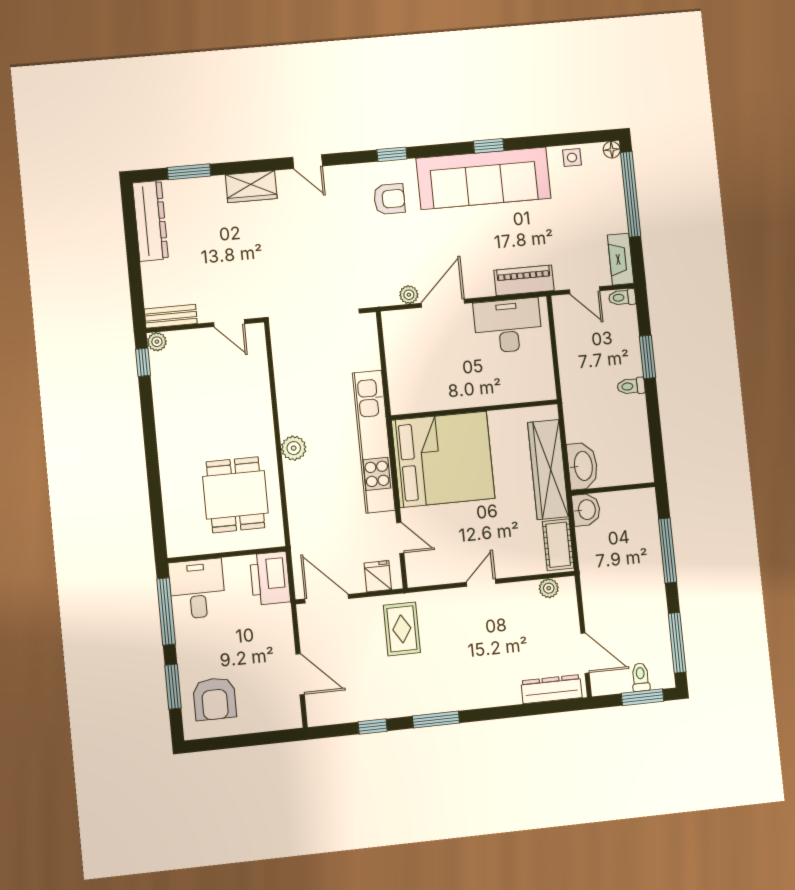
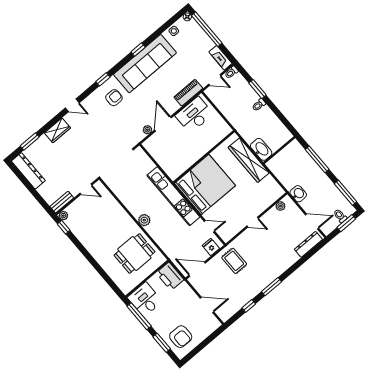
dining table: (235, 495) -> (134, 253), turned 90
washbasin: (586, 510) -> (298, 194), moved
cot: (558, 545) -> (273, 187), removed
door: (481, 583) -> (253, 222), swing flipped

